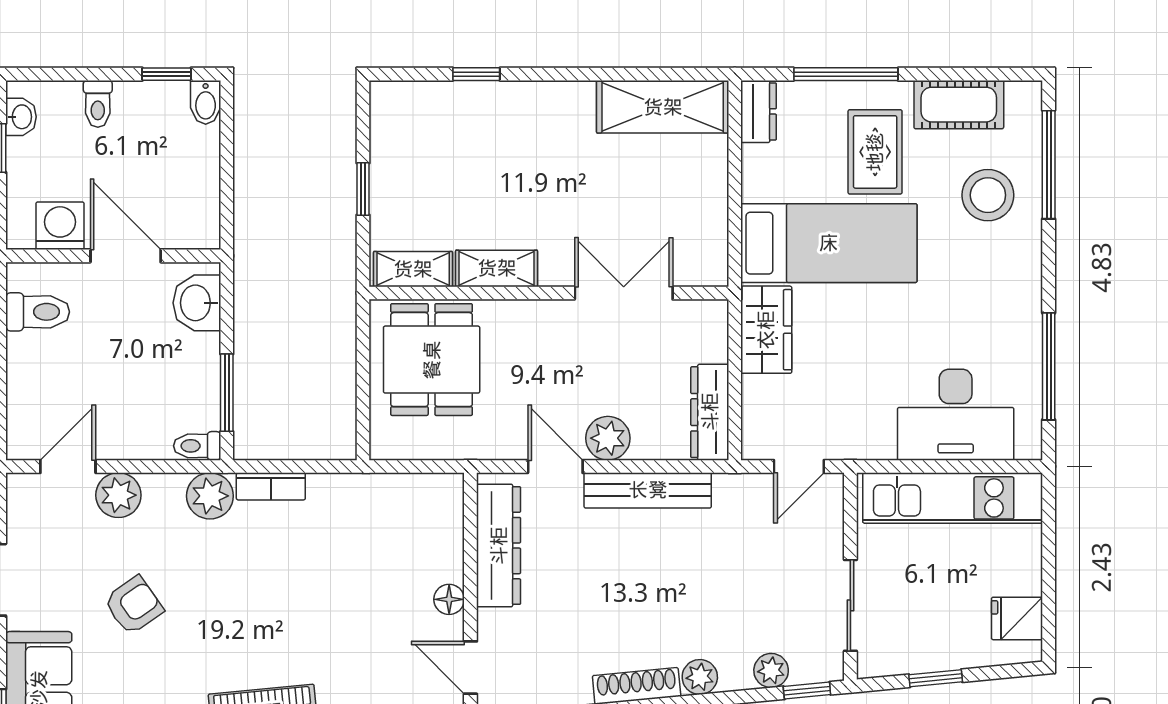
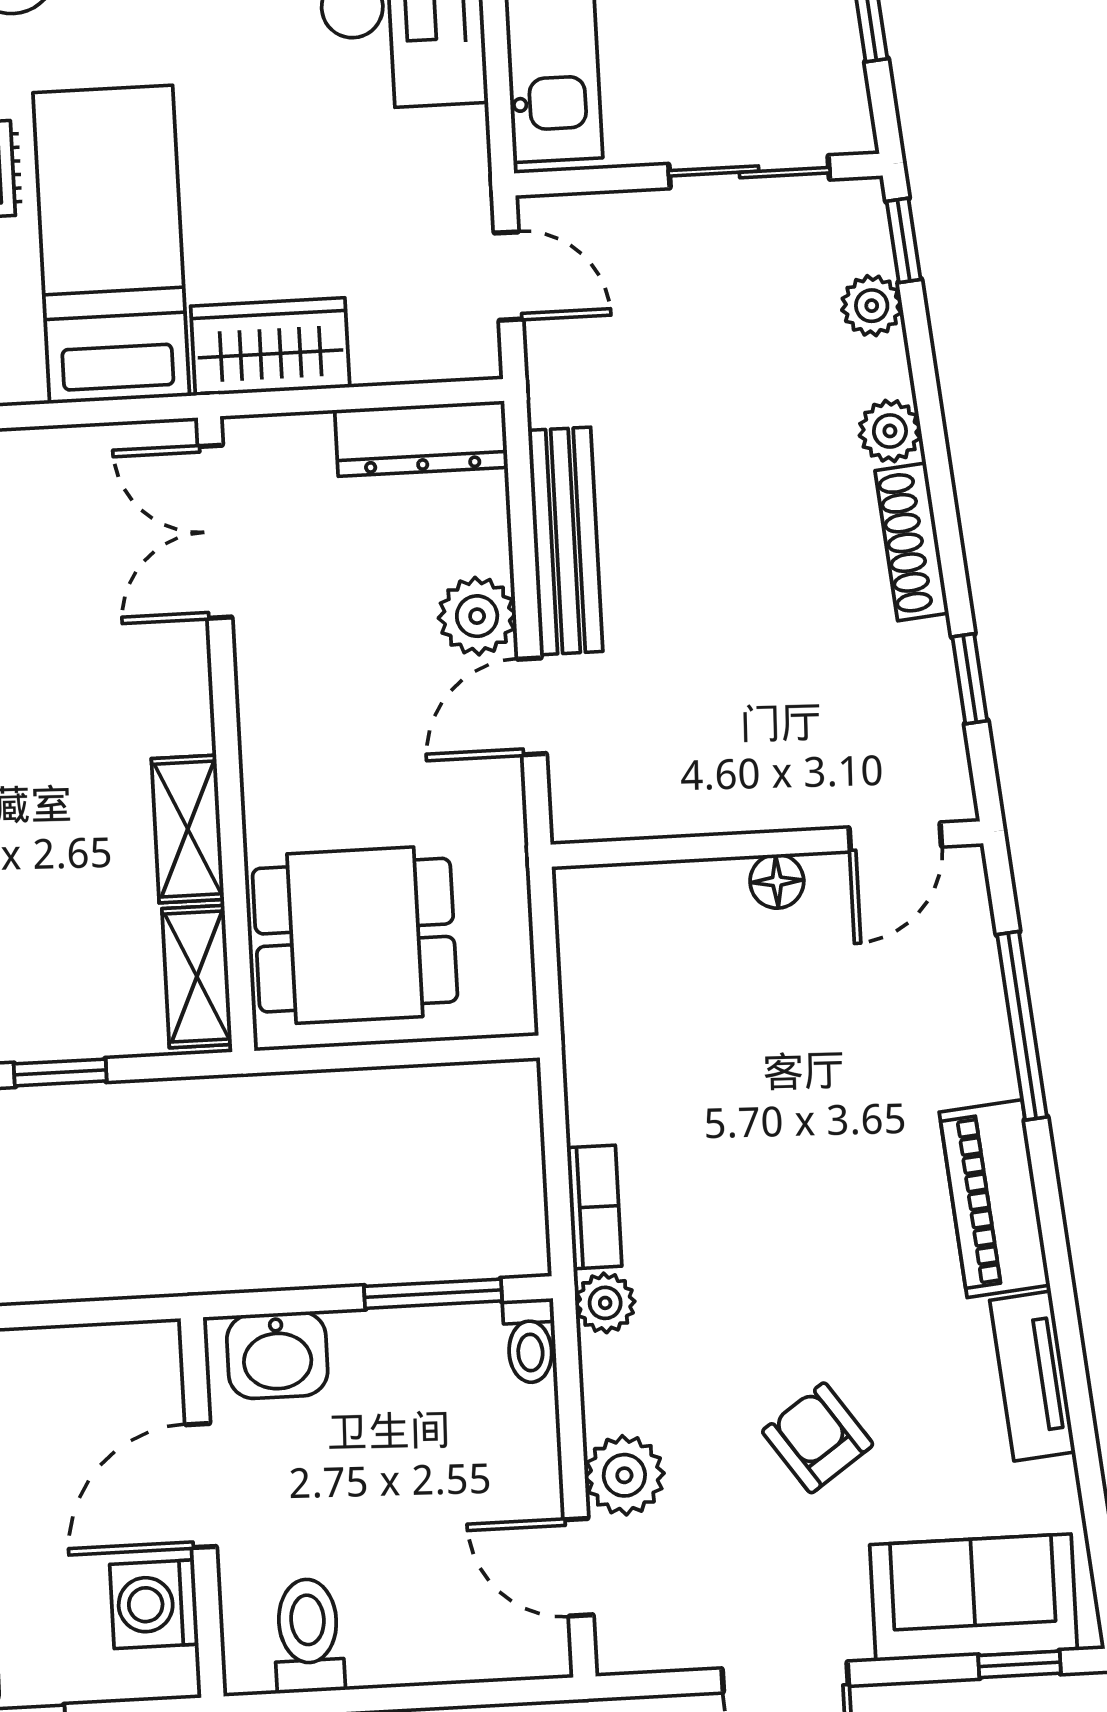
double door: (624, 293) -> (215, 532), moved
plant: (210, 496) -> (605, 1303), width x0.73, depth x0.73
dresser: (499, 546) -> (677, 799), removed

